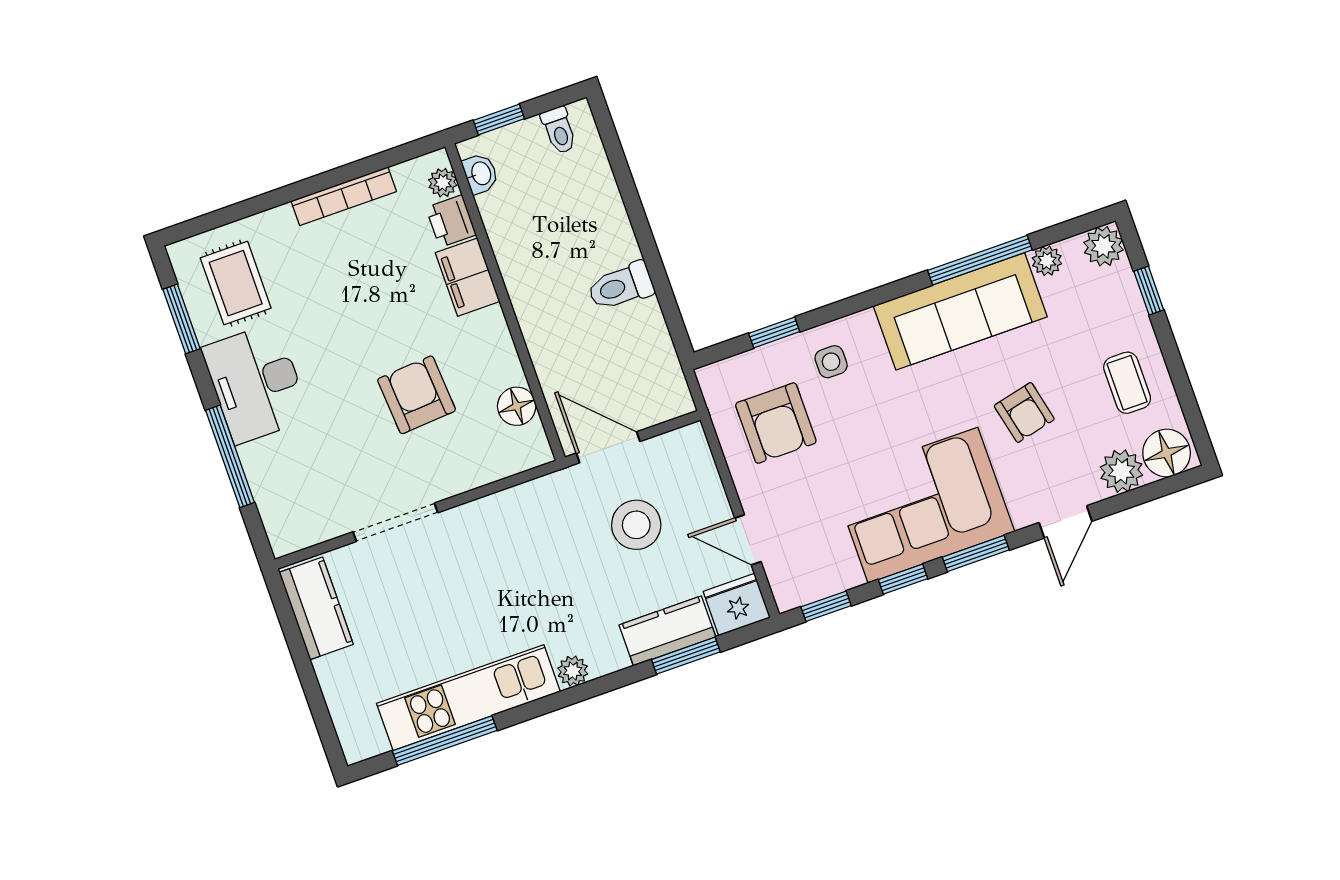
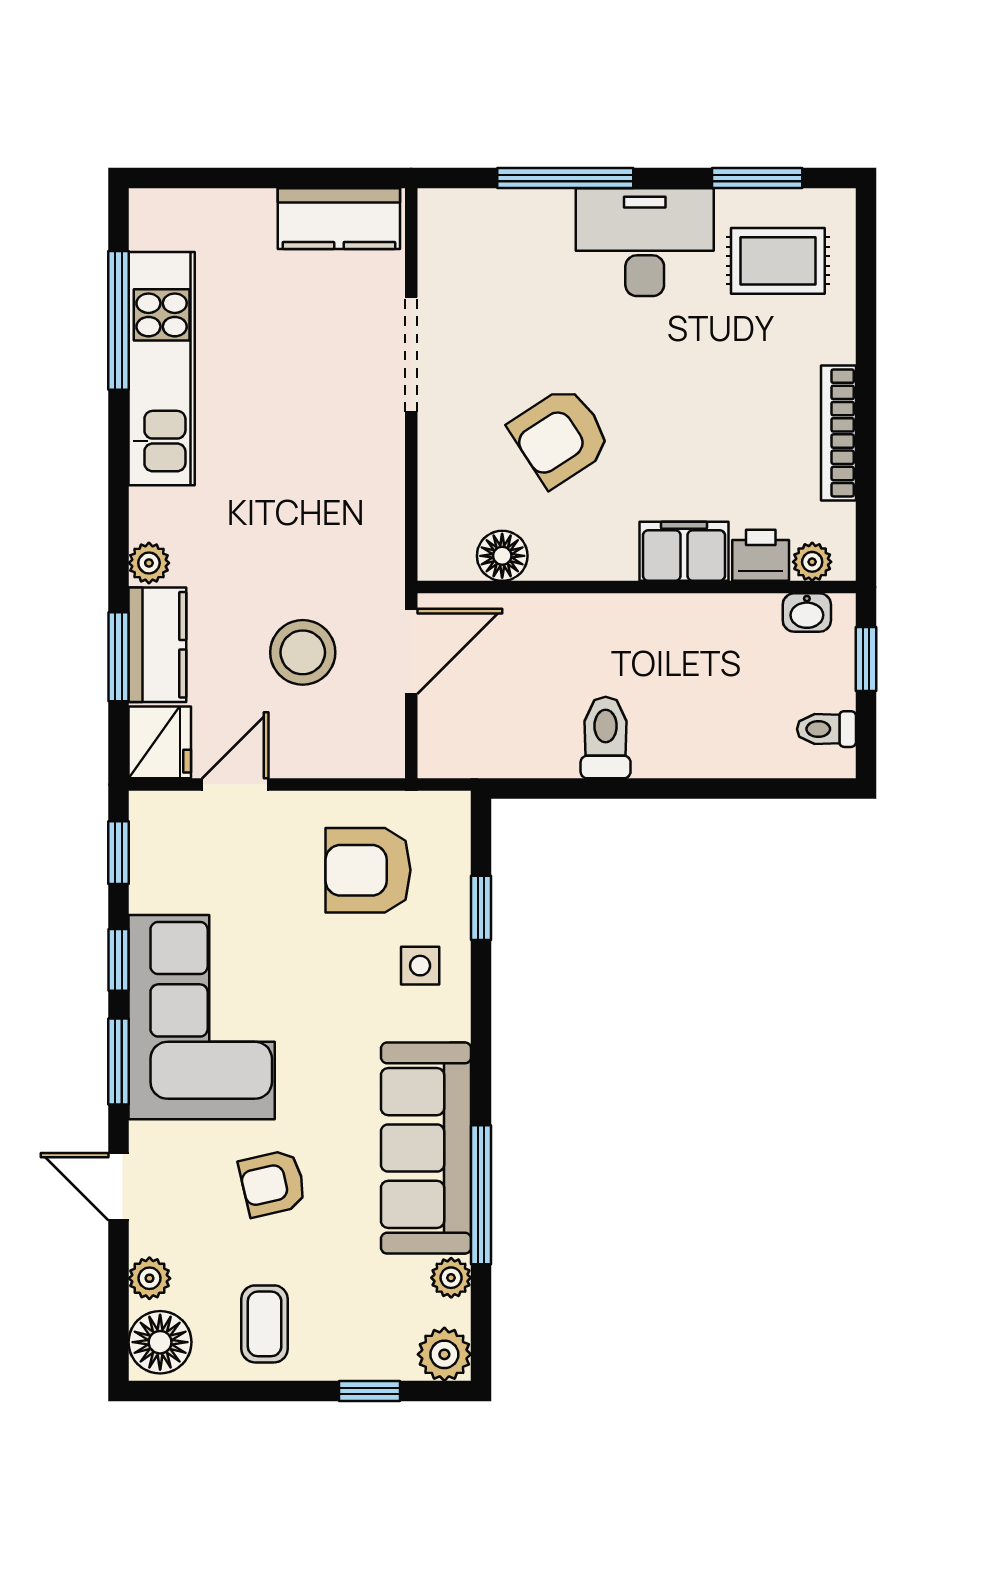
coffee table: (1127, 383) -> (265, 1324), turned 90
armchair: (417, 395) -> (560, 437), turned 151
plant: (1121, 471) -> (149, 1278), width x0.73, depth x0.73
plant: (573, 671) -> (149, 563), moved

